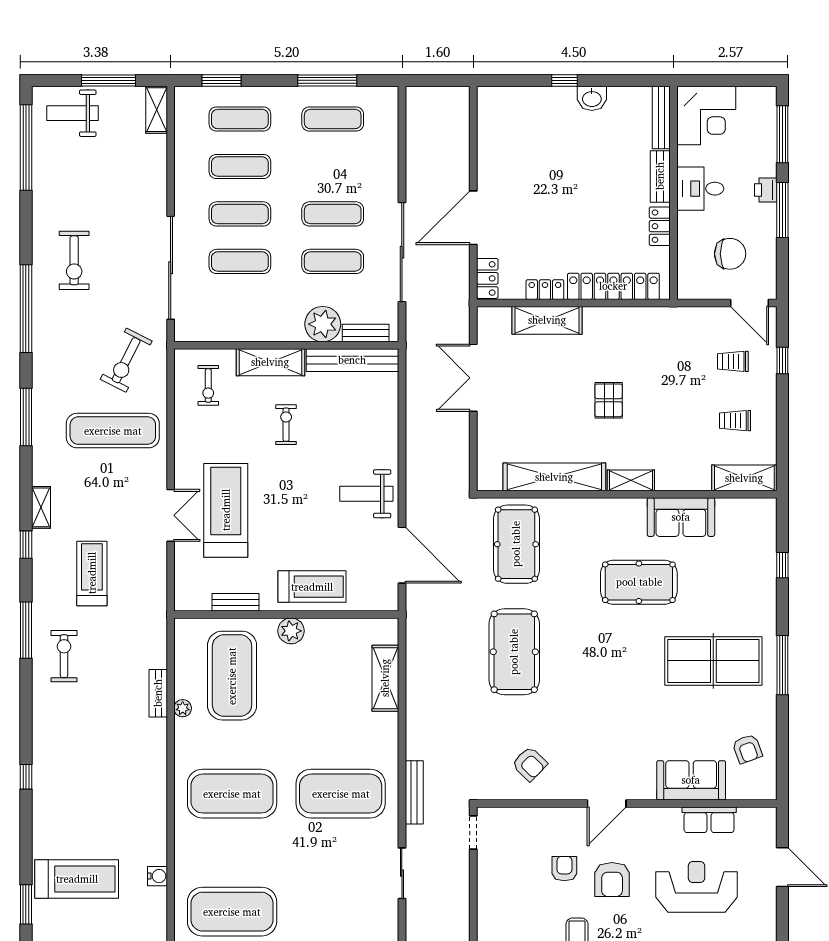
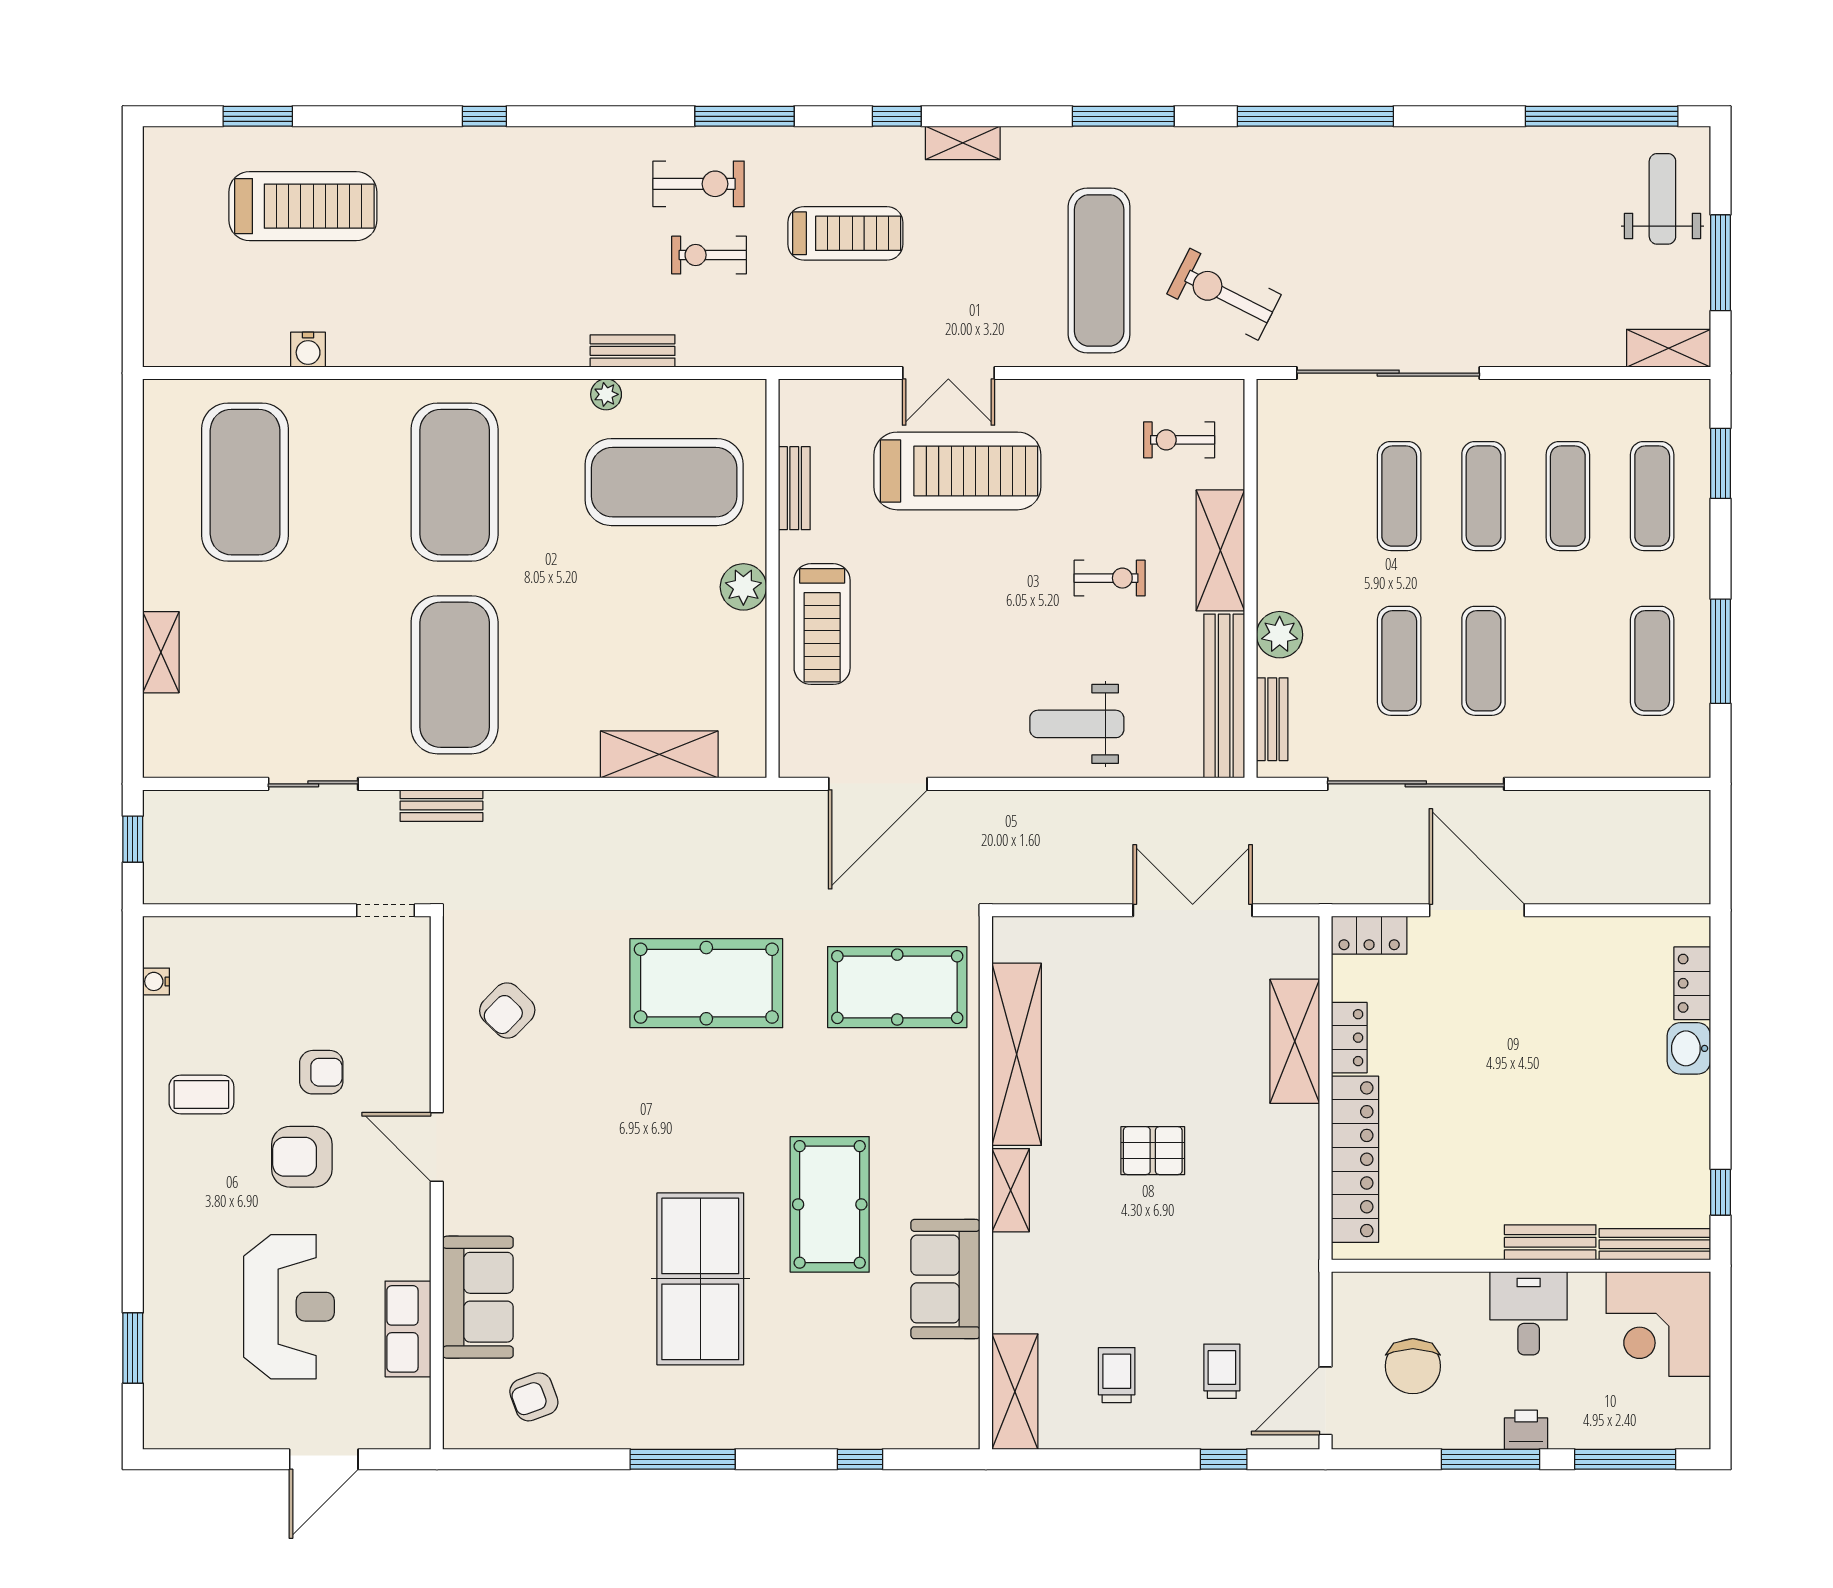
window: (564, 80) -> (1721, 1192), moved
washbasin: (592, 98) -> (1689, 1048), moved
locker: (660, 226) -> (1692, 983), moved, turned -90
exercise bike: (74, 260) -> (709, 255), moved, width x0.73, depth x0.72
plant: (323, 324) -> (1280, 635), width x0.73, depth x0.73
weight bench: (366, 494) -> (1077, 724), moved, turned -90
table tennis table: (713, 661) -> (700, 1279), moved
bench: (414, 792) -> (441, 806), width x0.73
treadmill: (77, 879) -> (303, 206), turned -90

